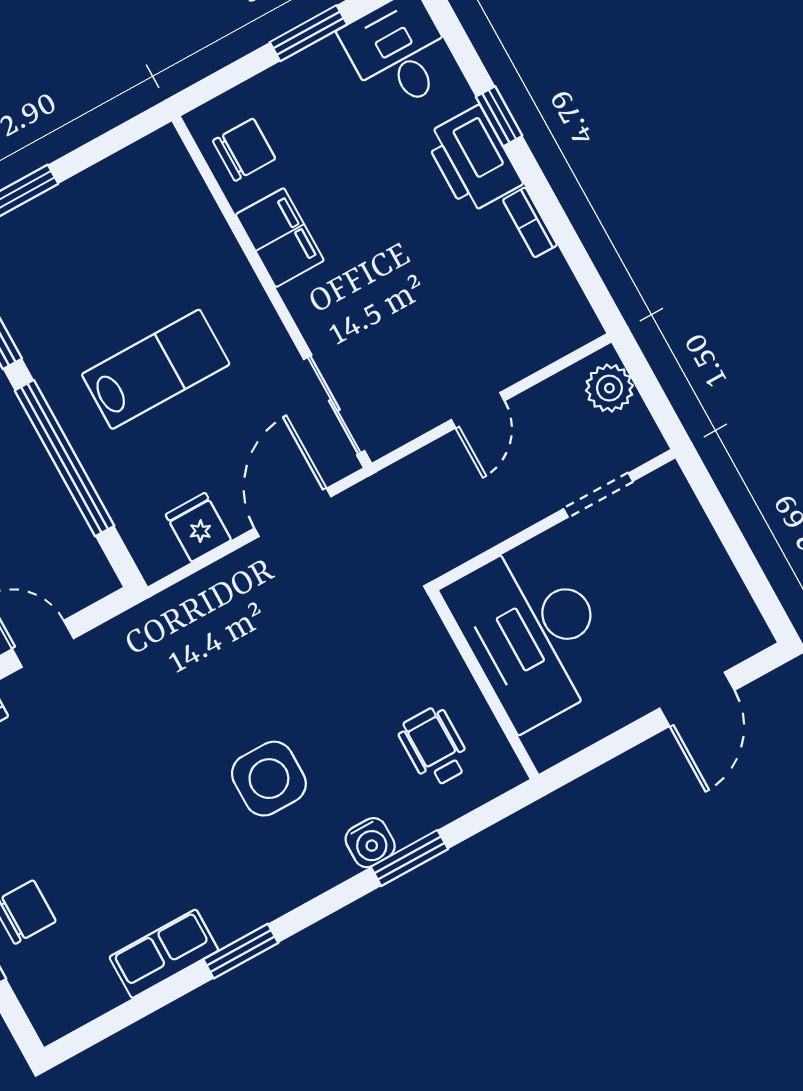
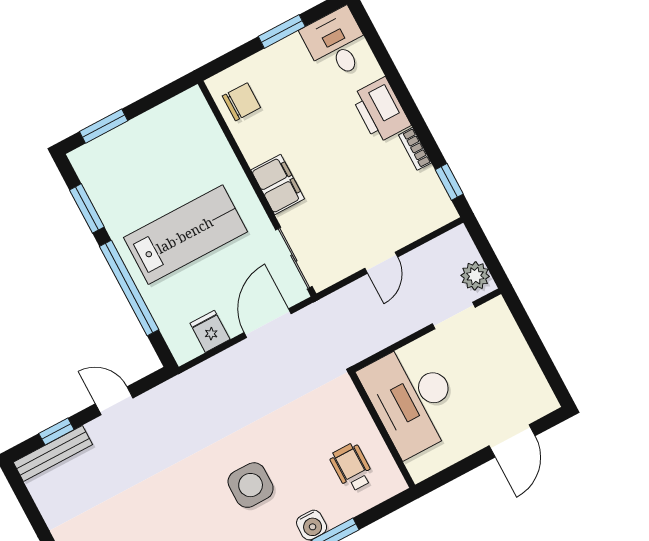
window: (499, 116) -> (449, 182), moved
filing cabinet: (280, 238) -> (278, 184), moved
lab bench: (156, 369) -> (185, 235), width x1.36, depth x1.39
plant: (609, 388) -> (475, 276), moved

